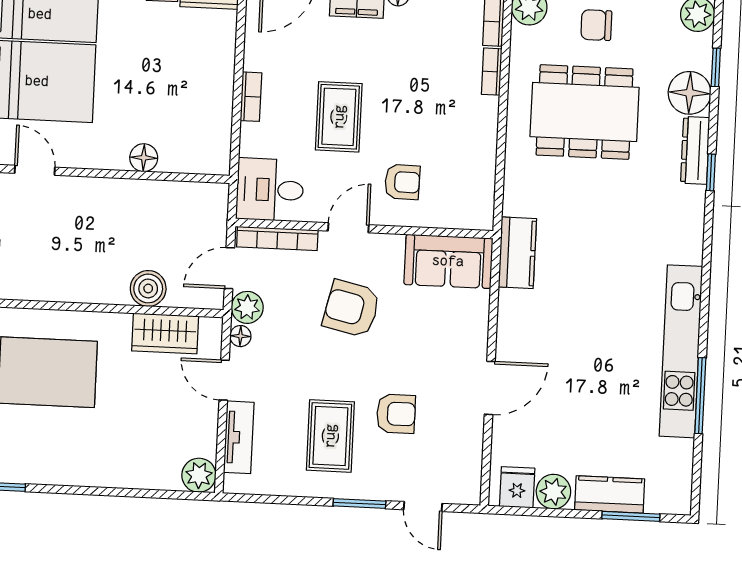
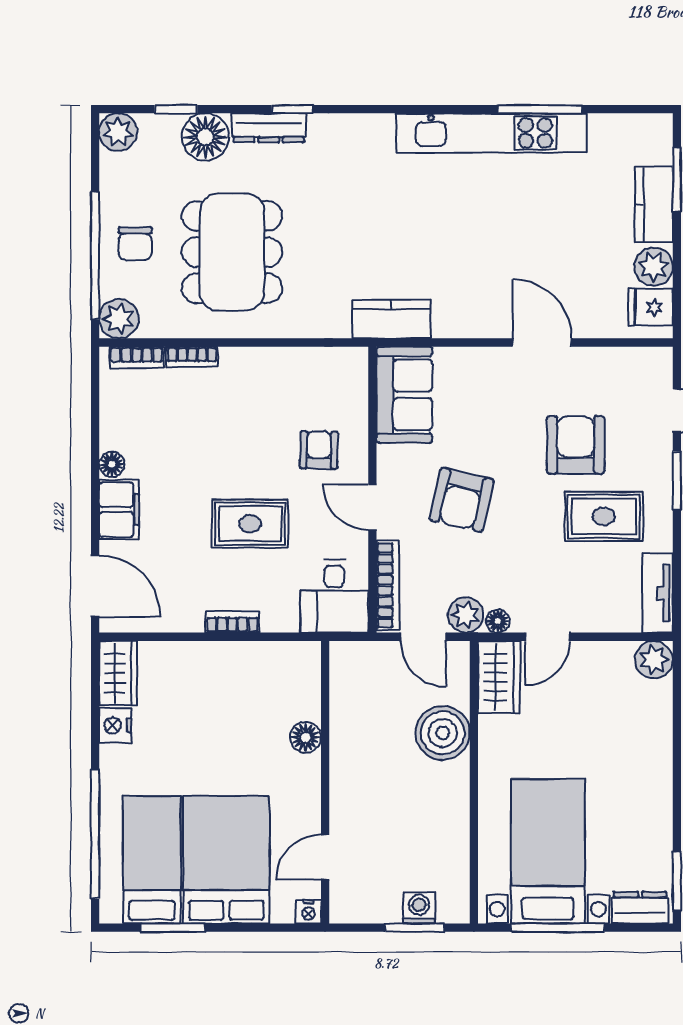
boiler: (148, 288) -> (443, 733), width x1.37, depth x1.37
wardrobe: (165, 334) -> (499, 677), moved
armchair: (396, 414) -> (576, 445), width x1.38, depth x1.38
tv unit: (239, 437) -> (658, 593), moved, turned -90

